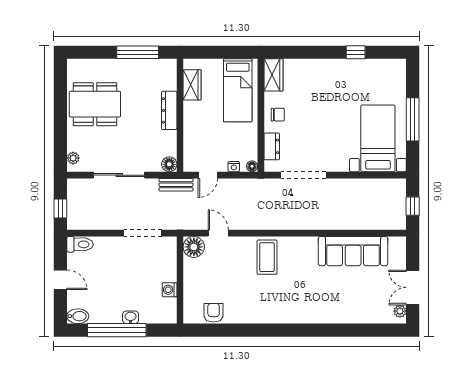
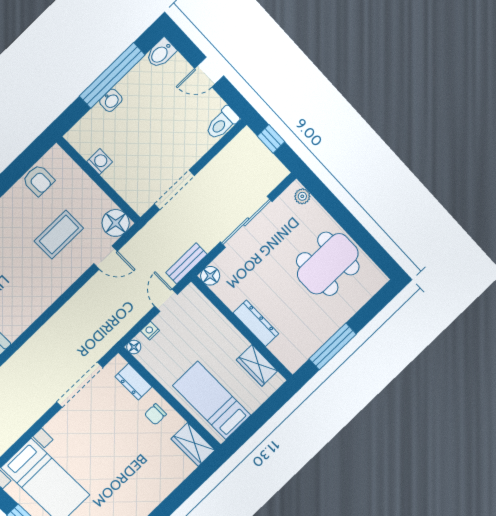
coffee table: (267, 257) -> (59, 235), moved, turned 90

